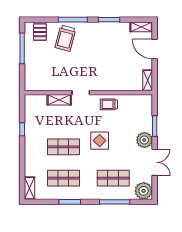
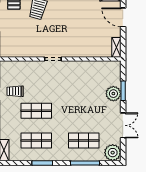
shelving: (59, 100) -> (32, 66), removed
trolley: (109, 104) -> (15, 91), moved
plant: (144, 140) -> (113, 94), moved
display table: (100, 141) -> (71, 105), removed

